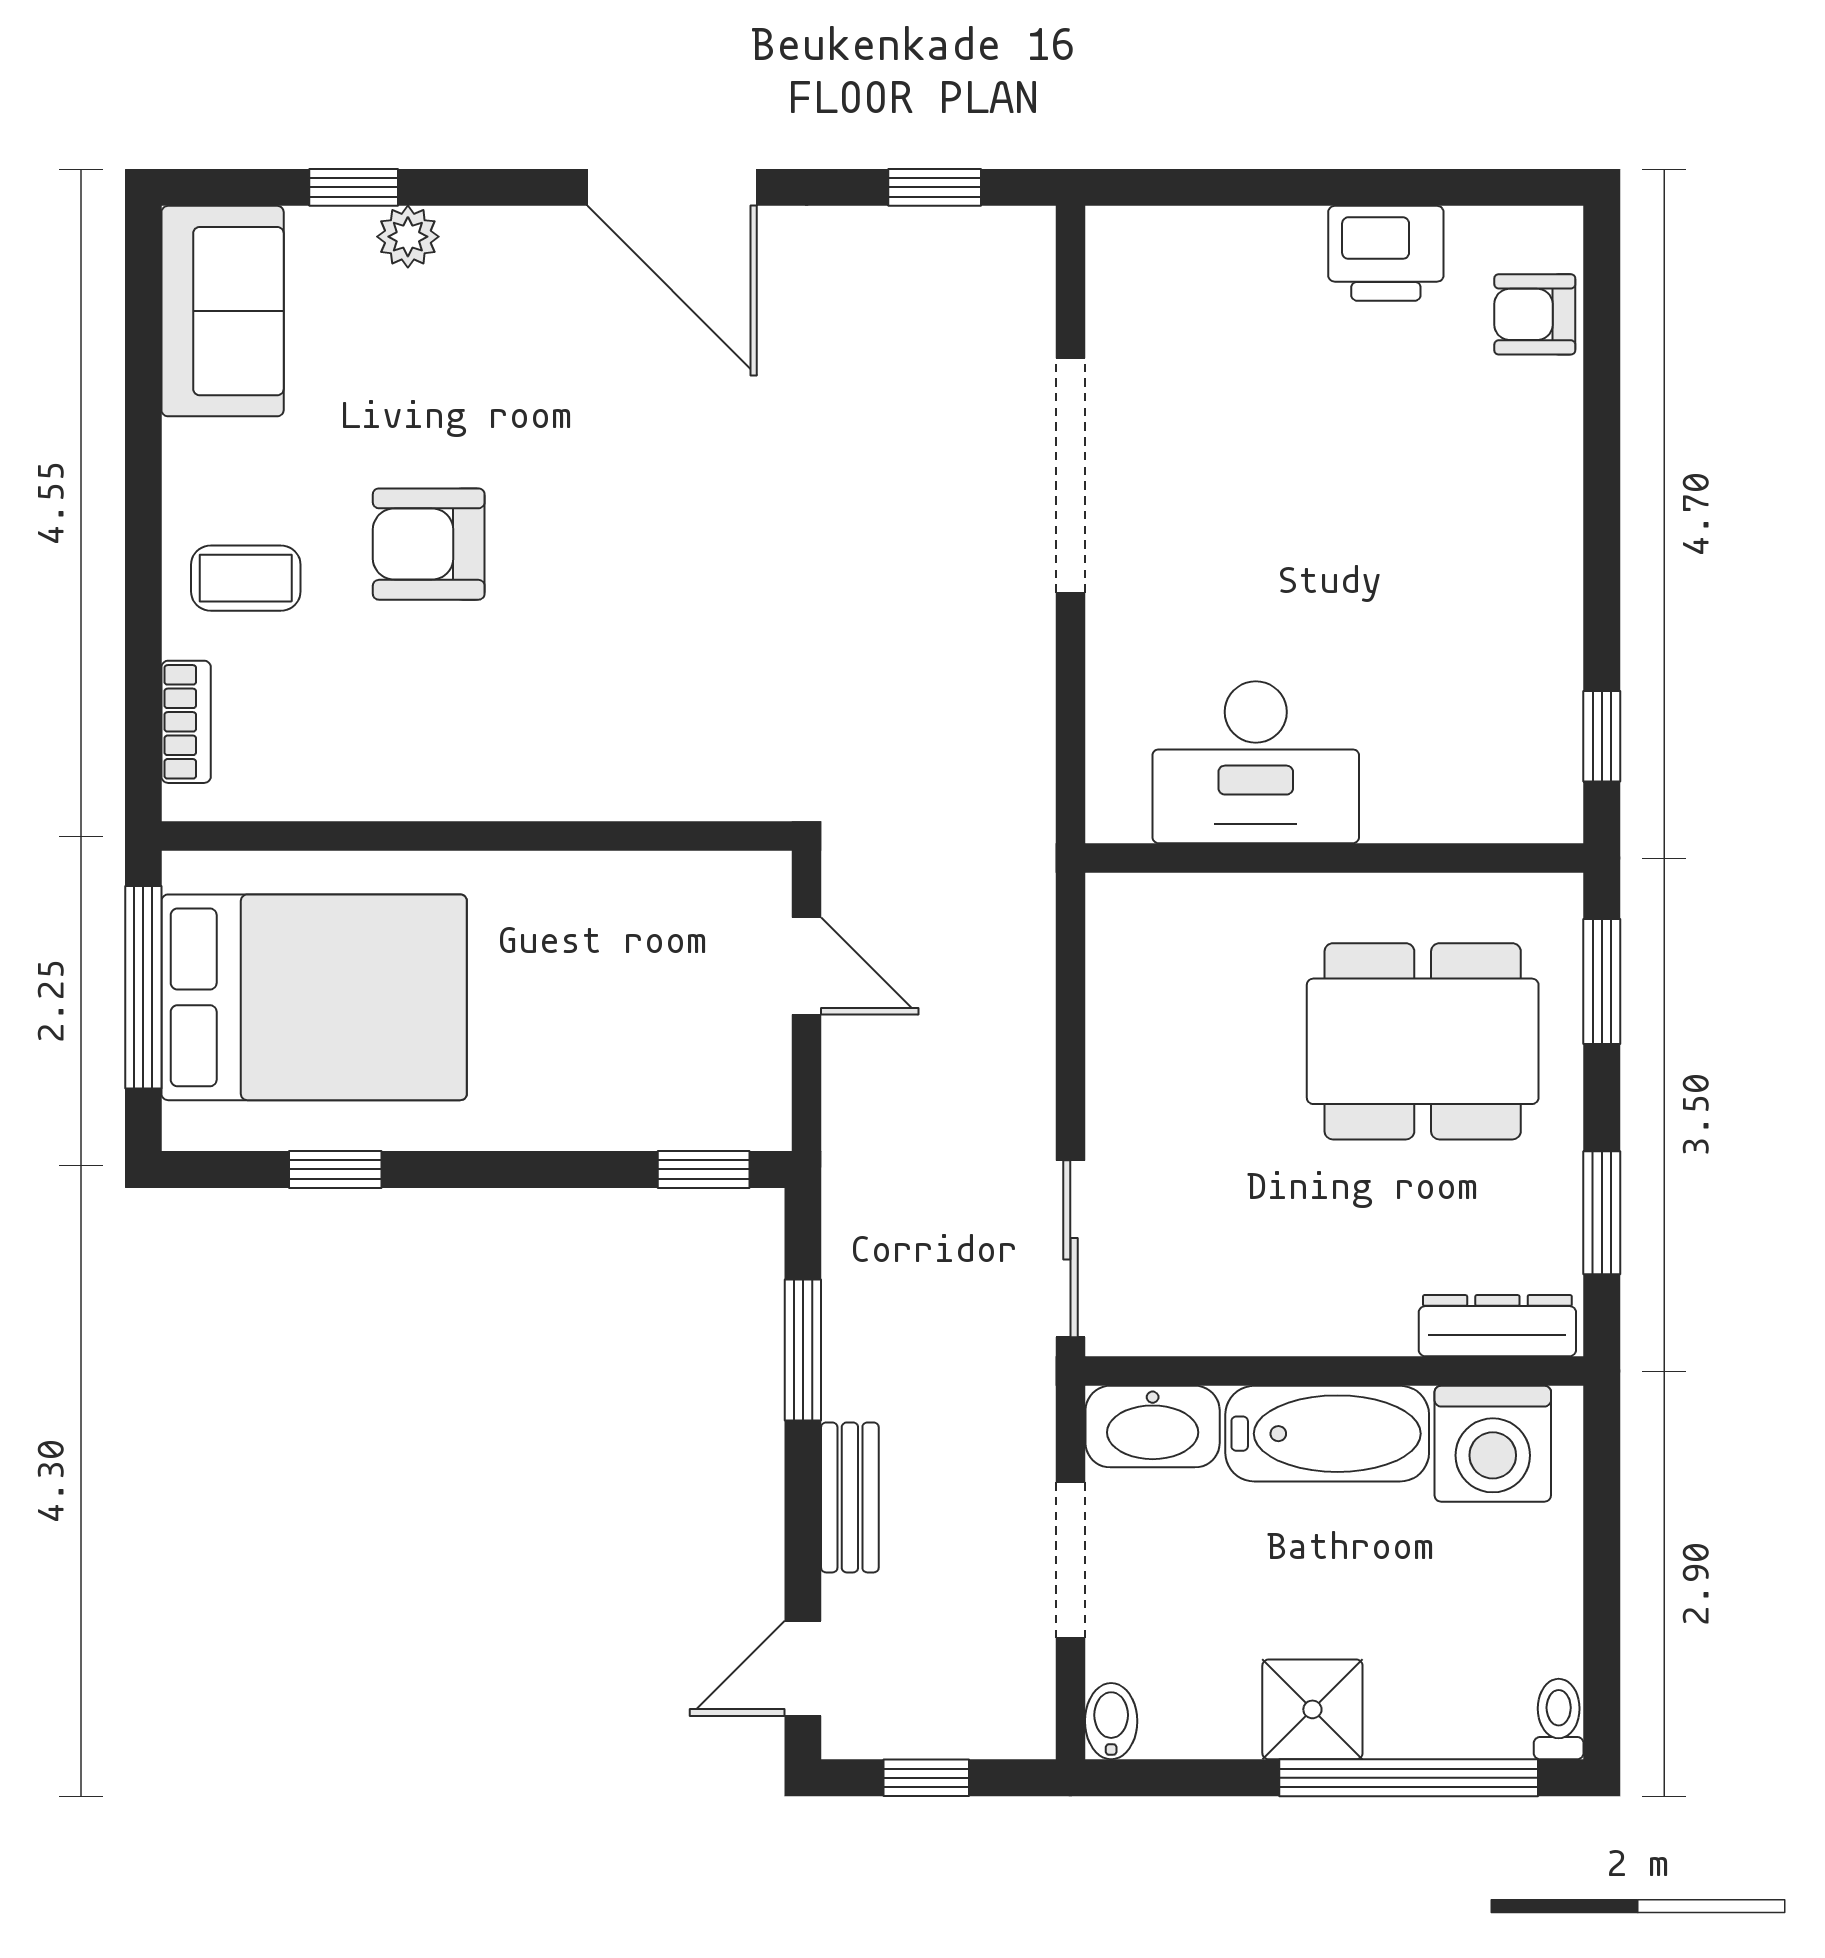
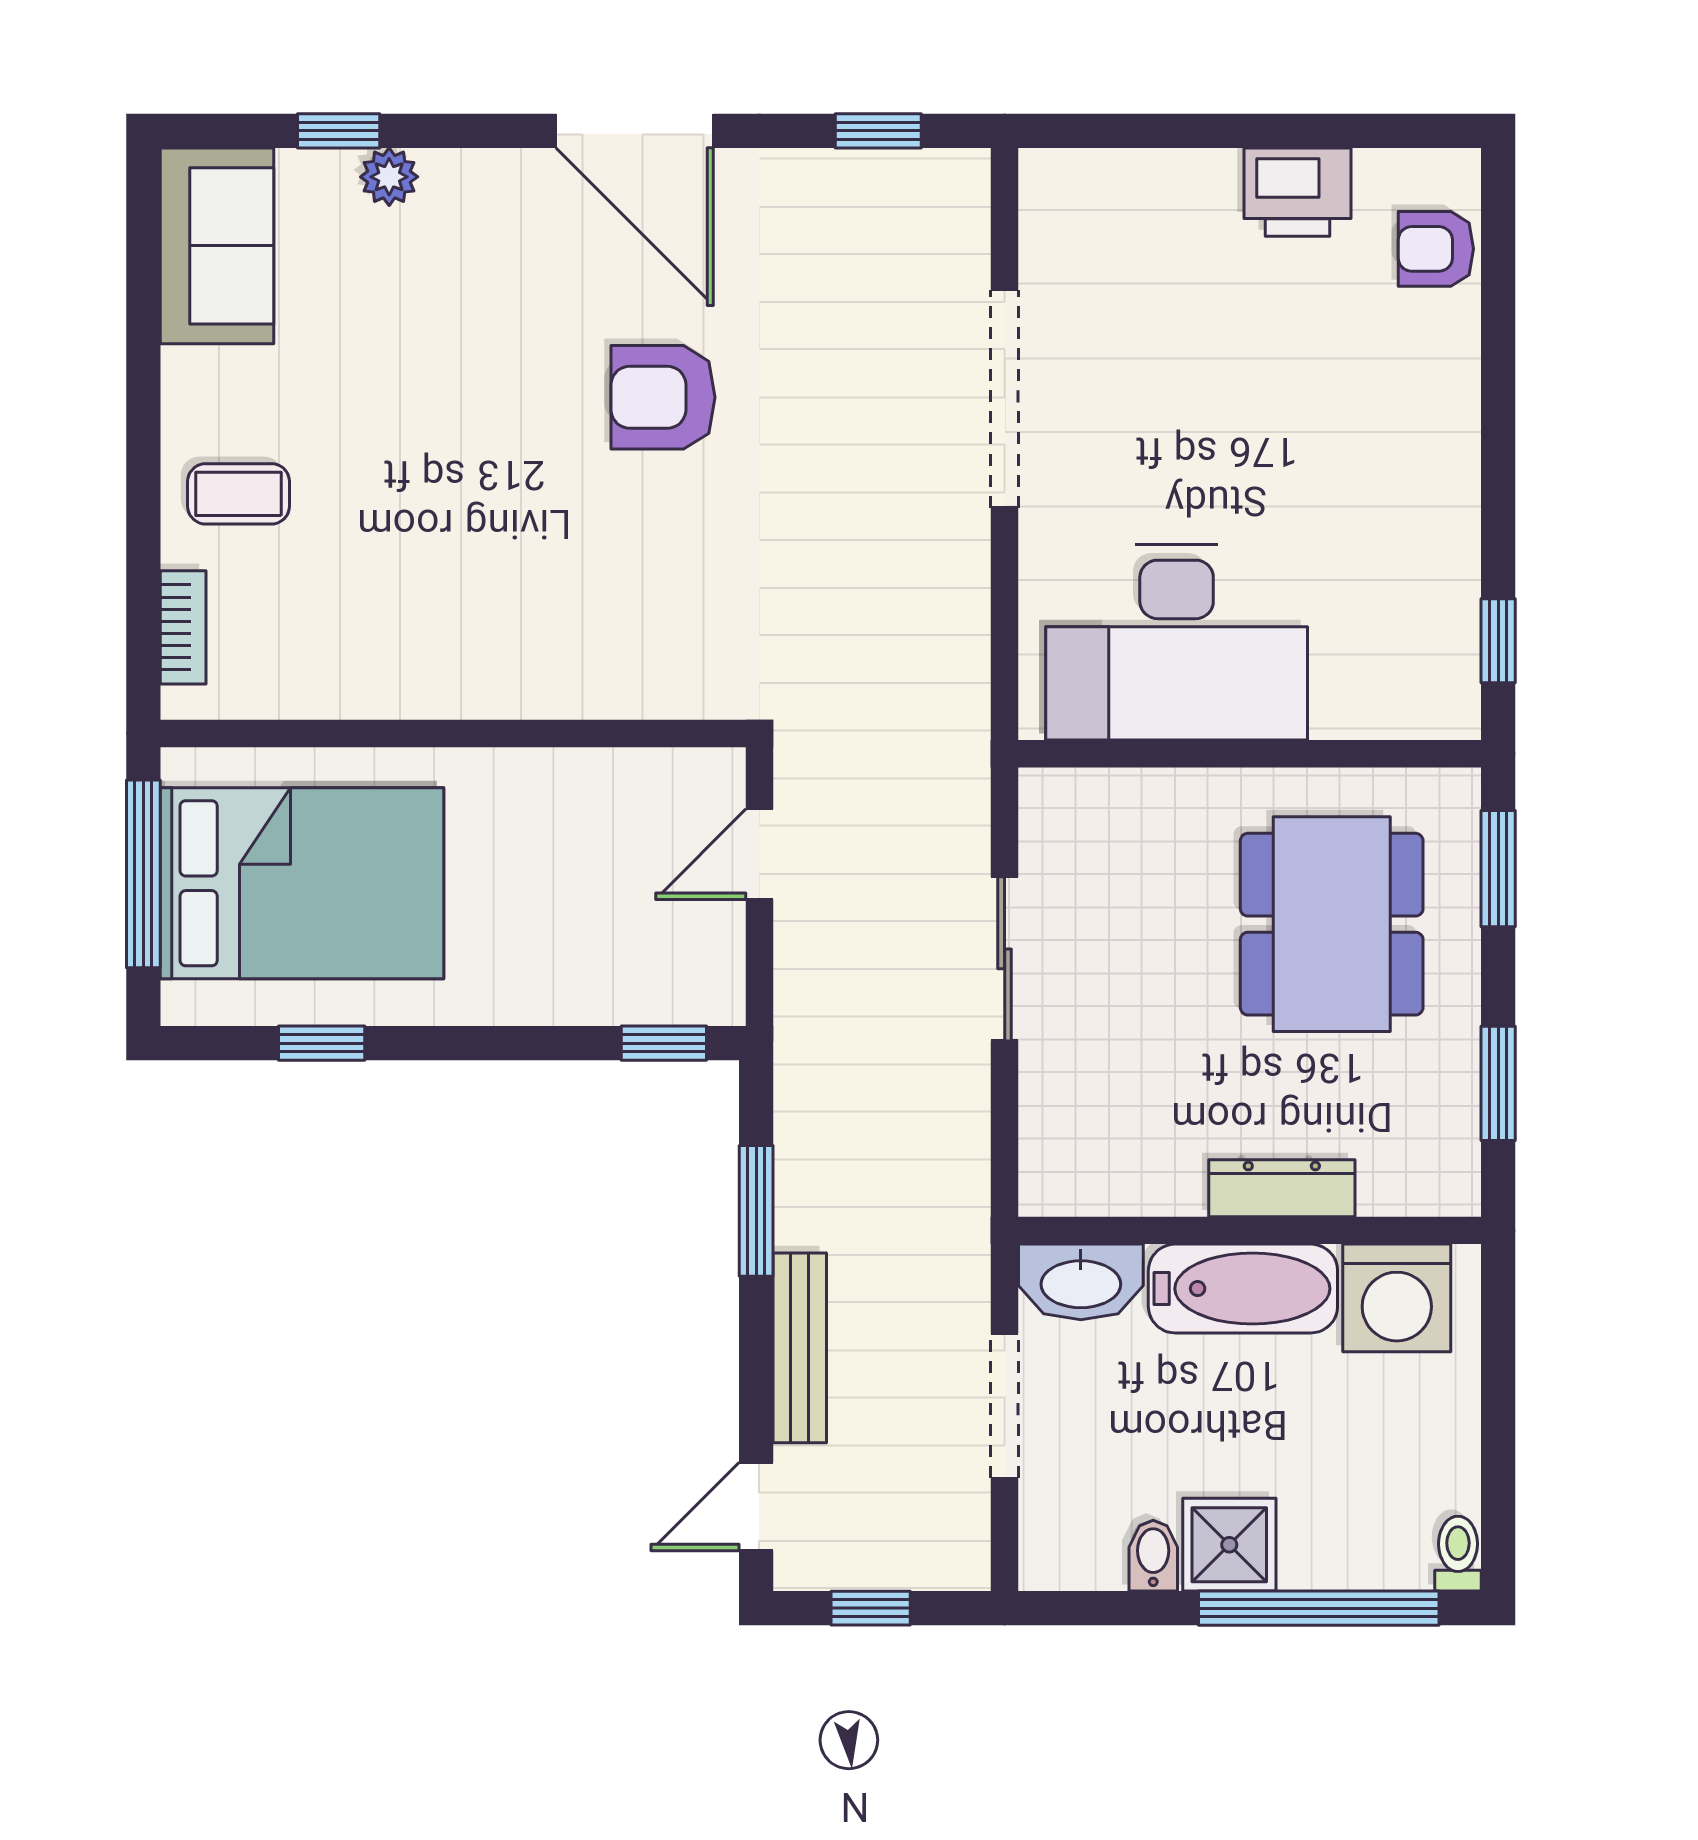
armchair: (429, 544) -> (663, 397), moved
desk: (1256, 762) -> (1177, 642), width x1.36, depth x1.30
door: (807, 966) -> (759, 854), swing flipped
dining table: (1423, 1041) -> (1332, 924), turned 90
sliding door: (1070, 1249) -> (1005, 959), moved
dresser: (1497, 1326) -> (1282, 1188), moved
bench: (850, 1497) -> (800, 1348), width x1.36
bidet: (1111, 1721) -> (1153, 1556), moved

